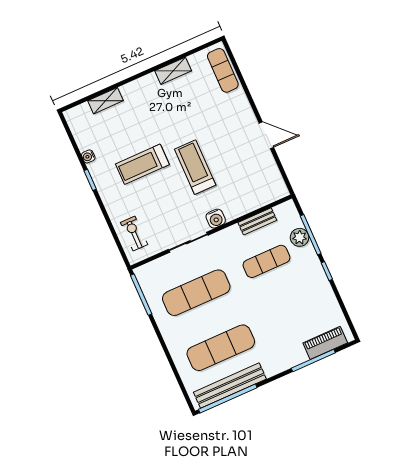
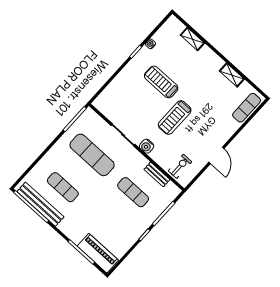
treadmill: (195, 167) -> (175, 118), turned 180
exercise bike: (134, 233) -> (180, 166), moved
plant: (300, 237) -> (159, 207), removed
piano: (325, 343) -> (98, 253), width x1.37, depth x1.33
exercise mat: (221, 348) -> (63, 187), width x0.73, depth x0.69

